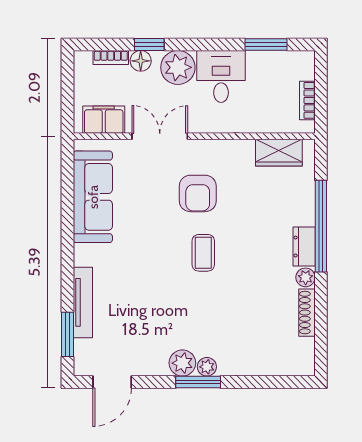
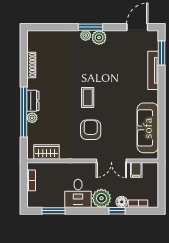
filing cabinet: (104, 120) -> (136, 170), width x0.50
plant: (306, 277) -> (32, 118), moved

